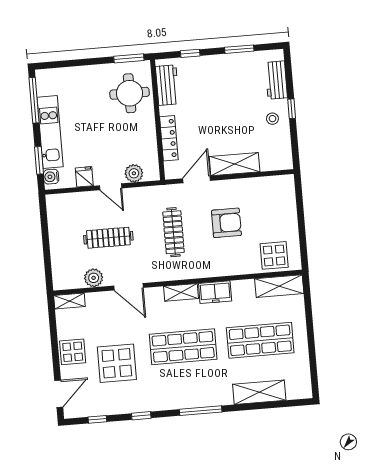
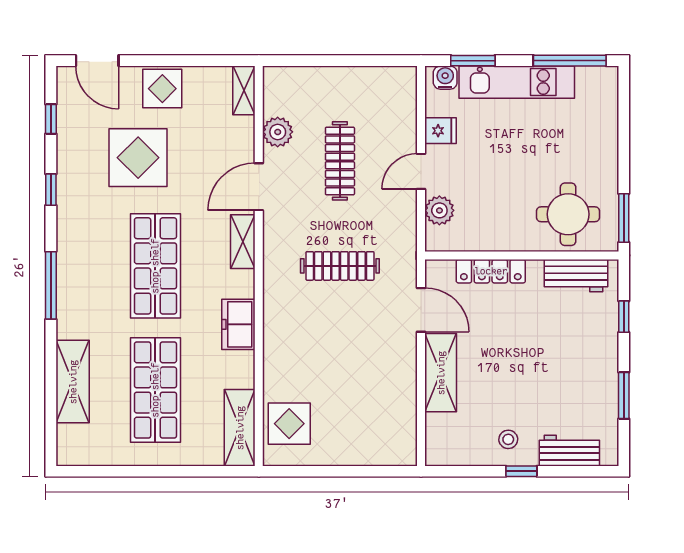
armchair: (226, 223) -> (348, 352), removed
shelving: (181, 292) -> (243, 242), moved

